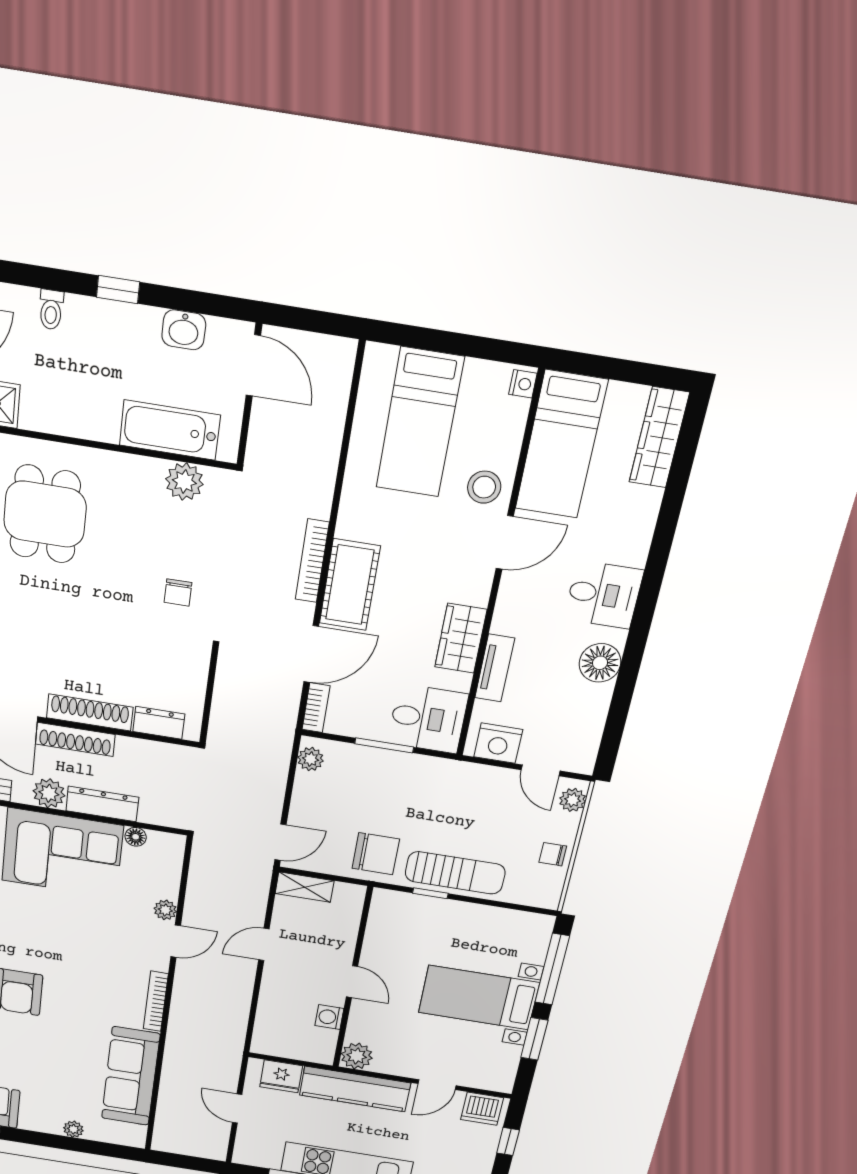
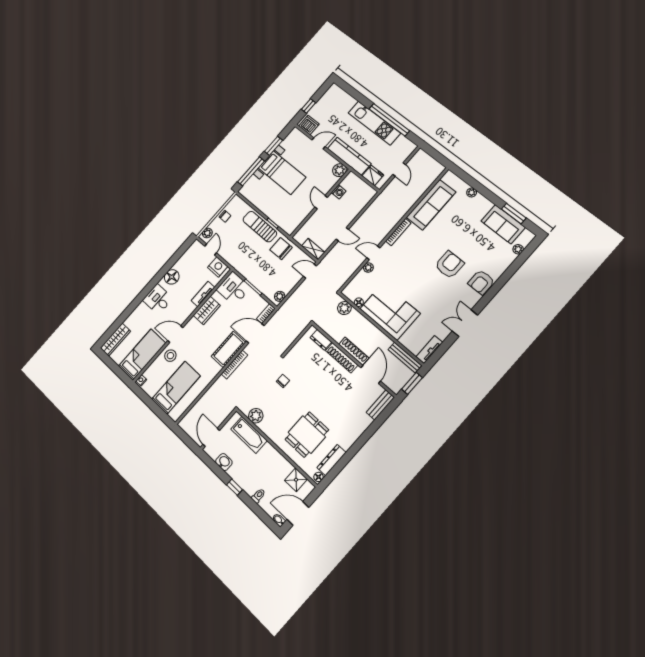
plant: (49, 793) -> (344, 308), moved
dresser: (102, 804) -> (362, 322), removed

